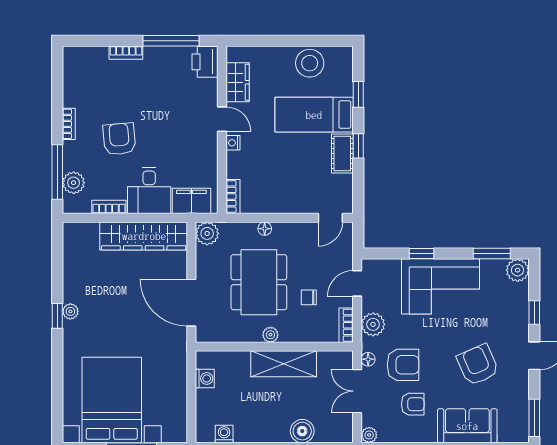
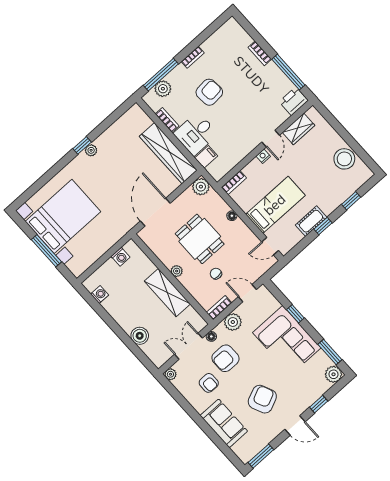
bed: (314, 115) -> (275, 205), moved, turned 90
filing cabinet: (191, 201) -> (206, 157), width x0.50
dining table: (259, 282) -> (200, 239), width x0.73
armchair: (403, 365) -> (225, 358), turned 90

